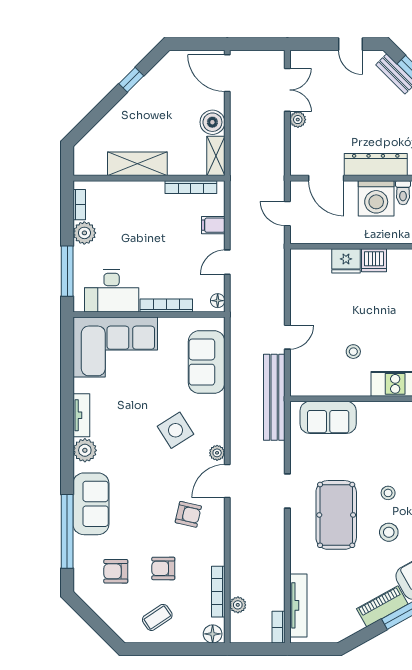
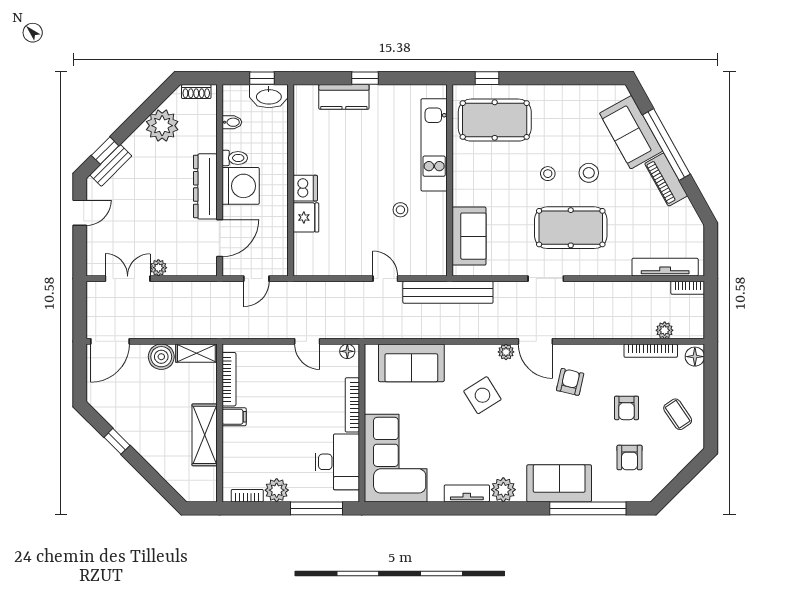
filing cabinet: (213, 225) -> (234, 417), moved, turned -90

